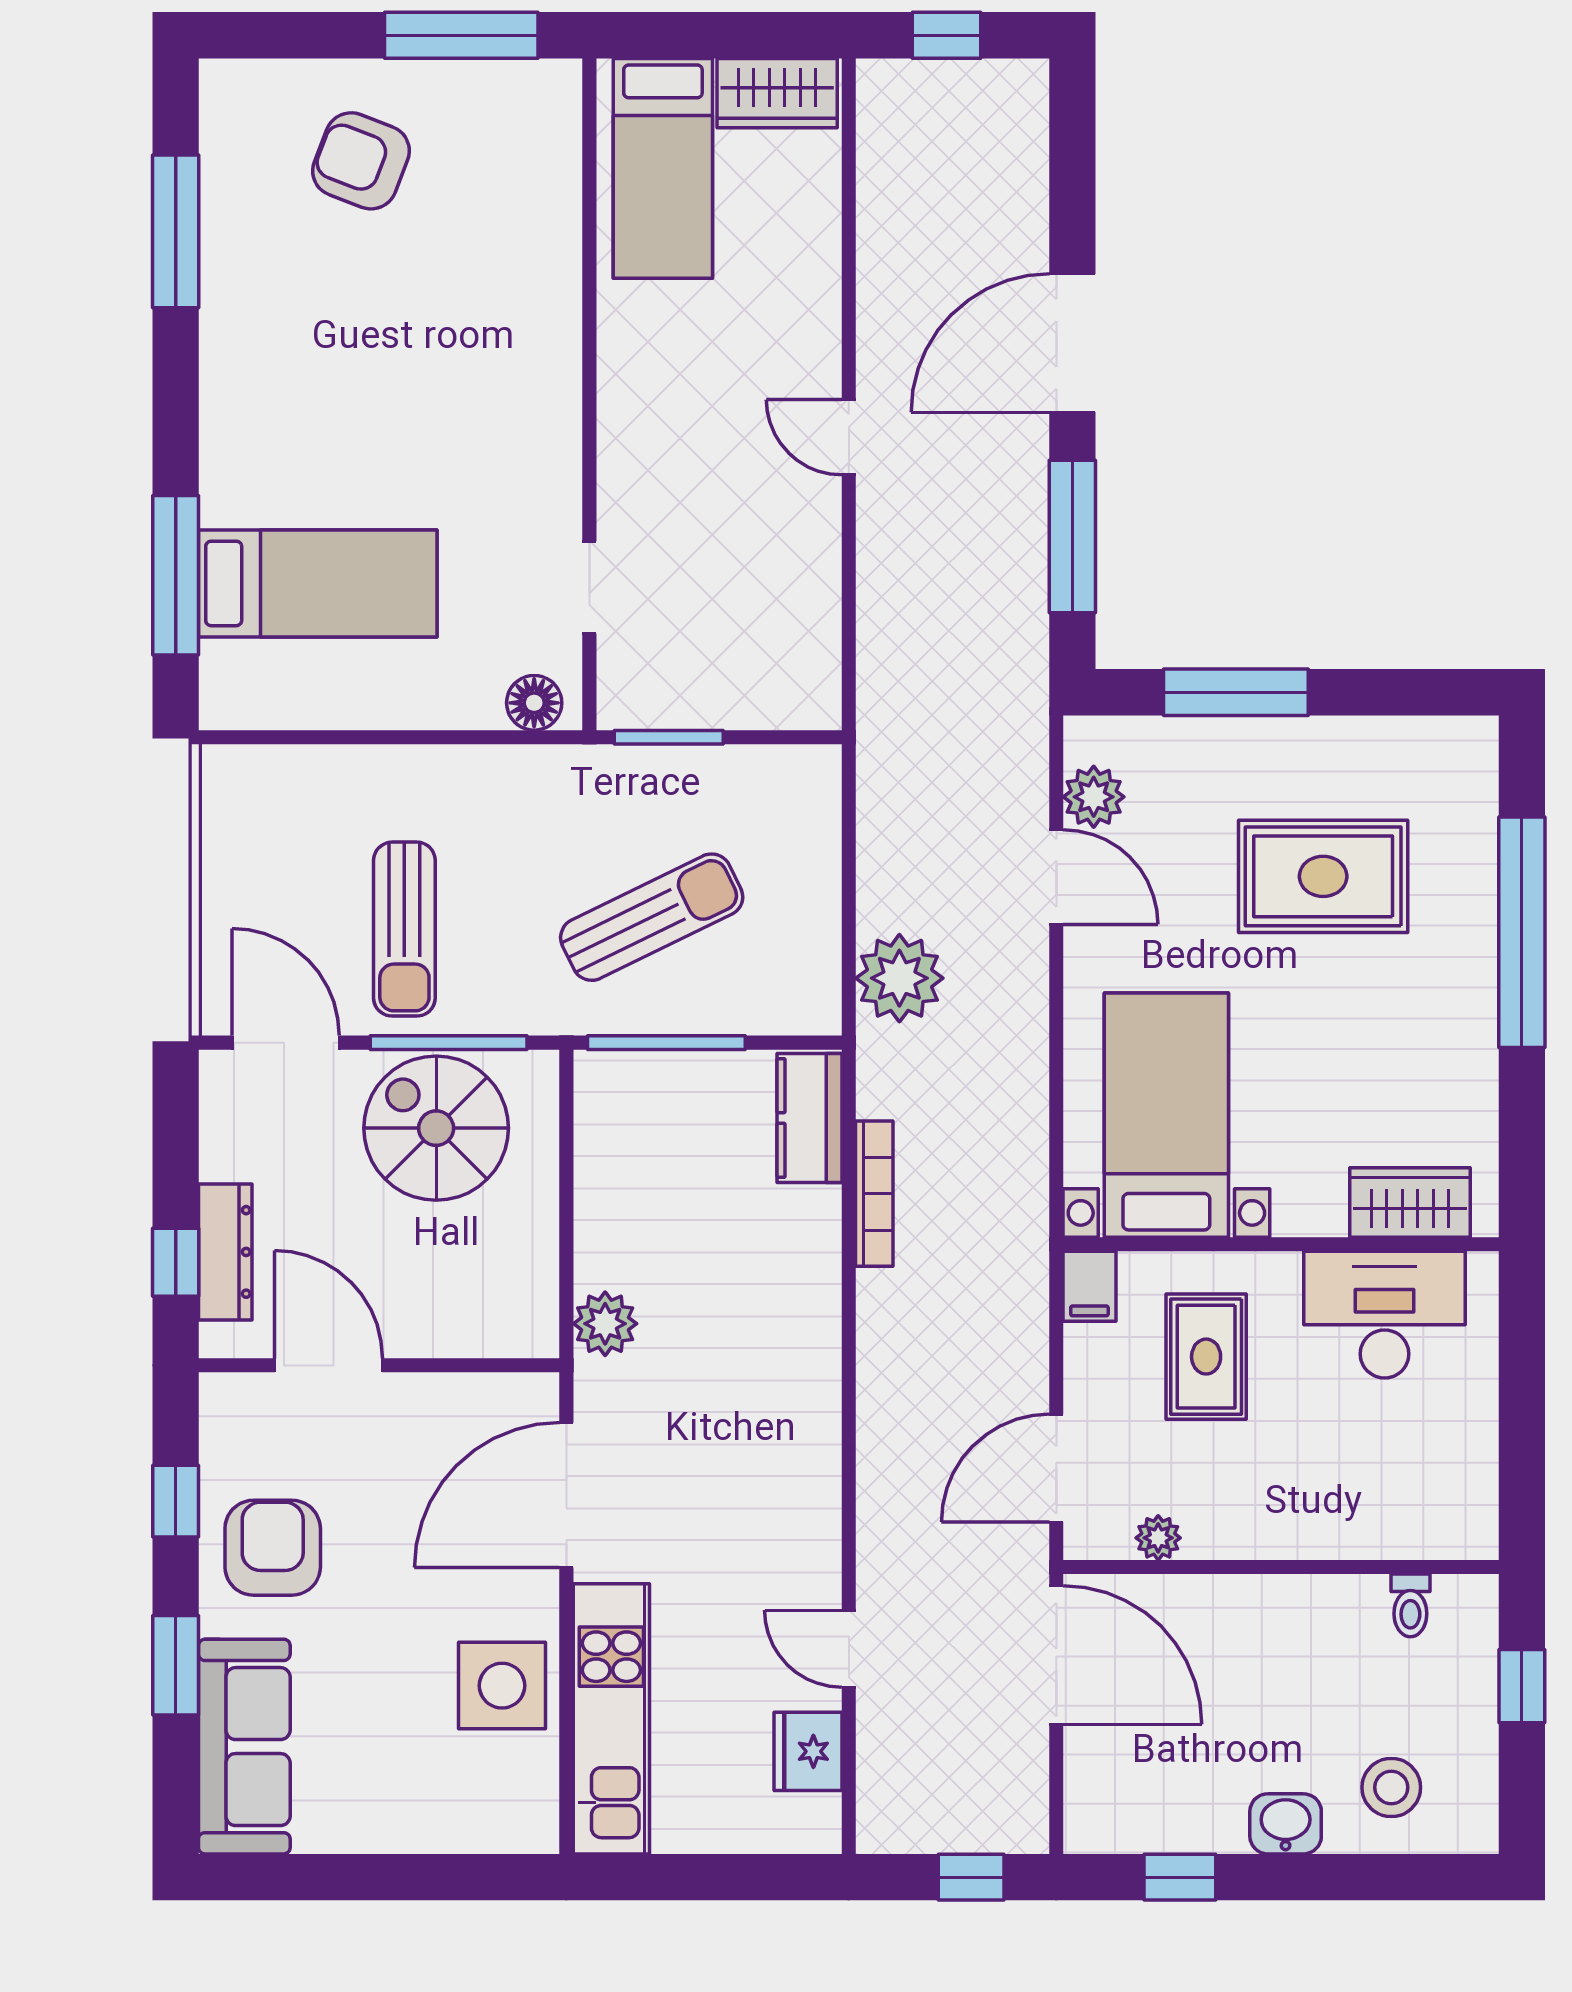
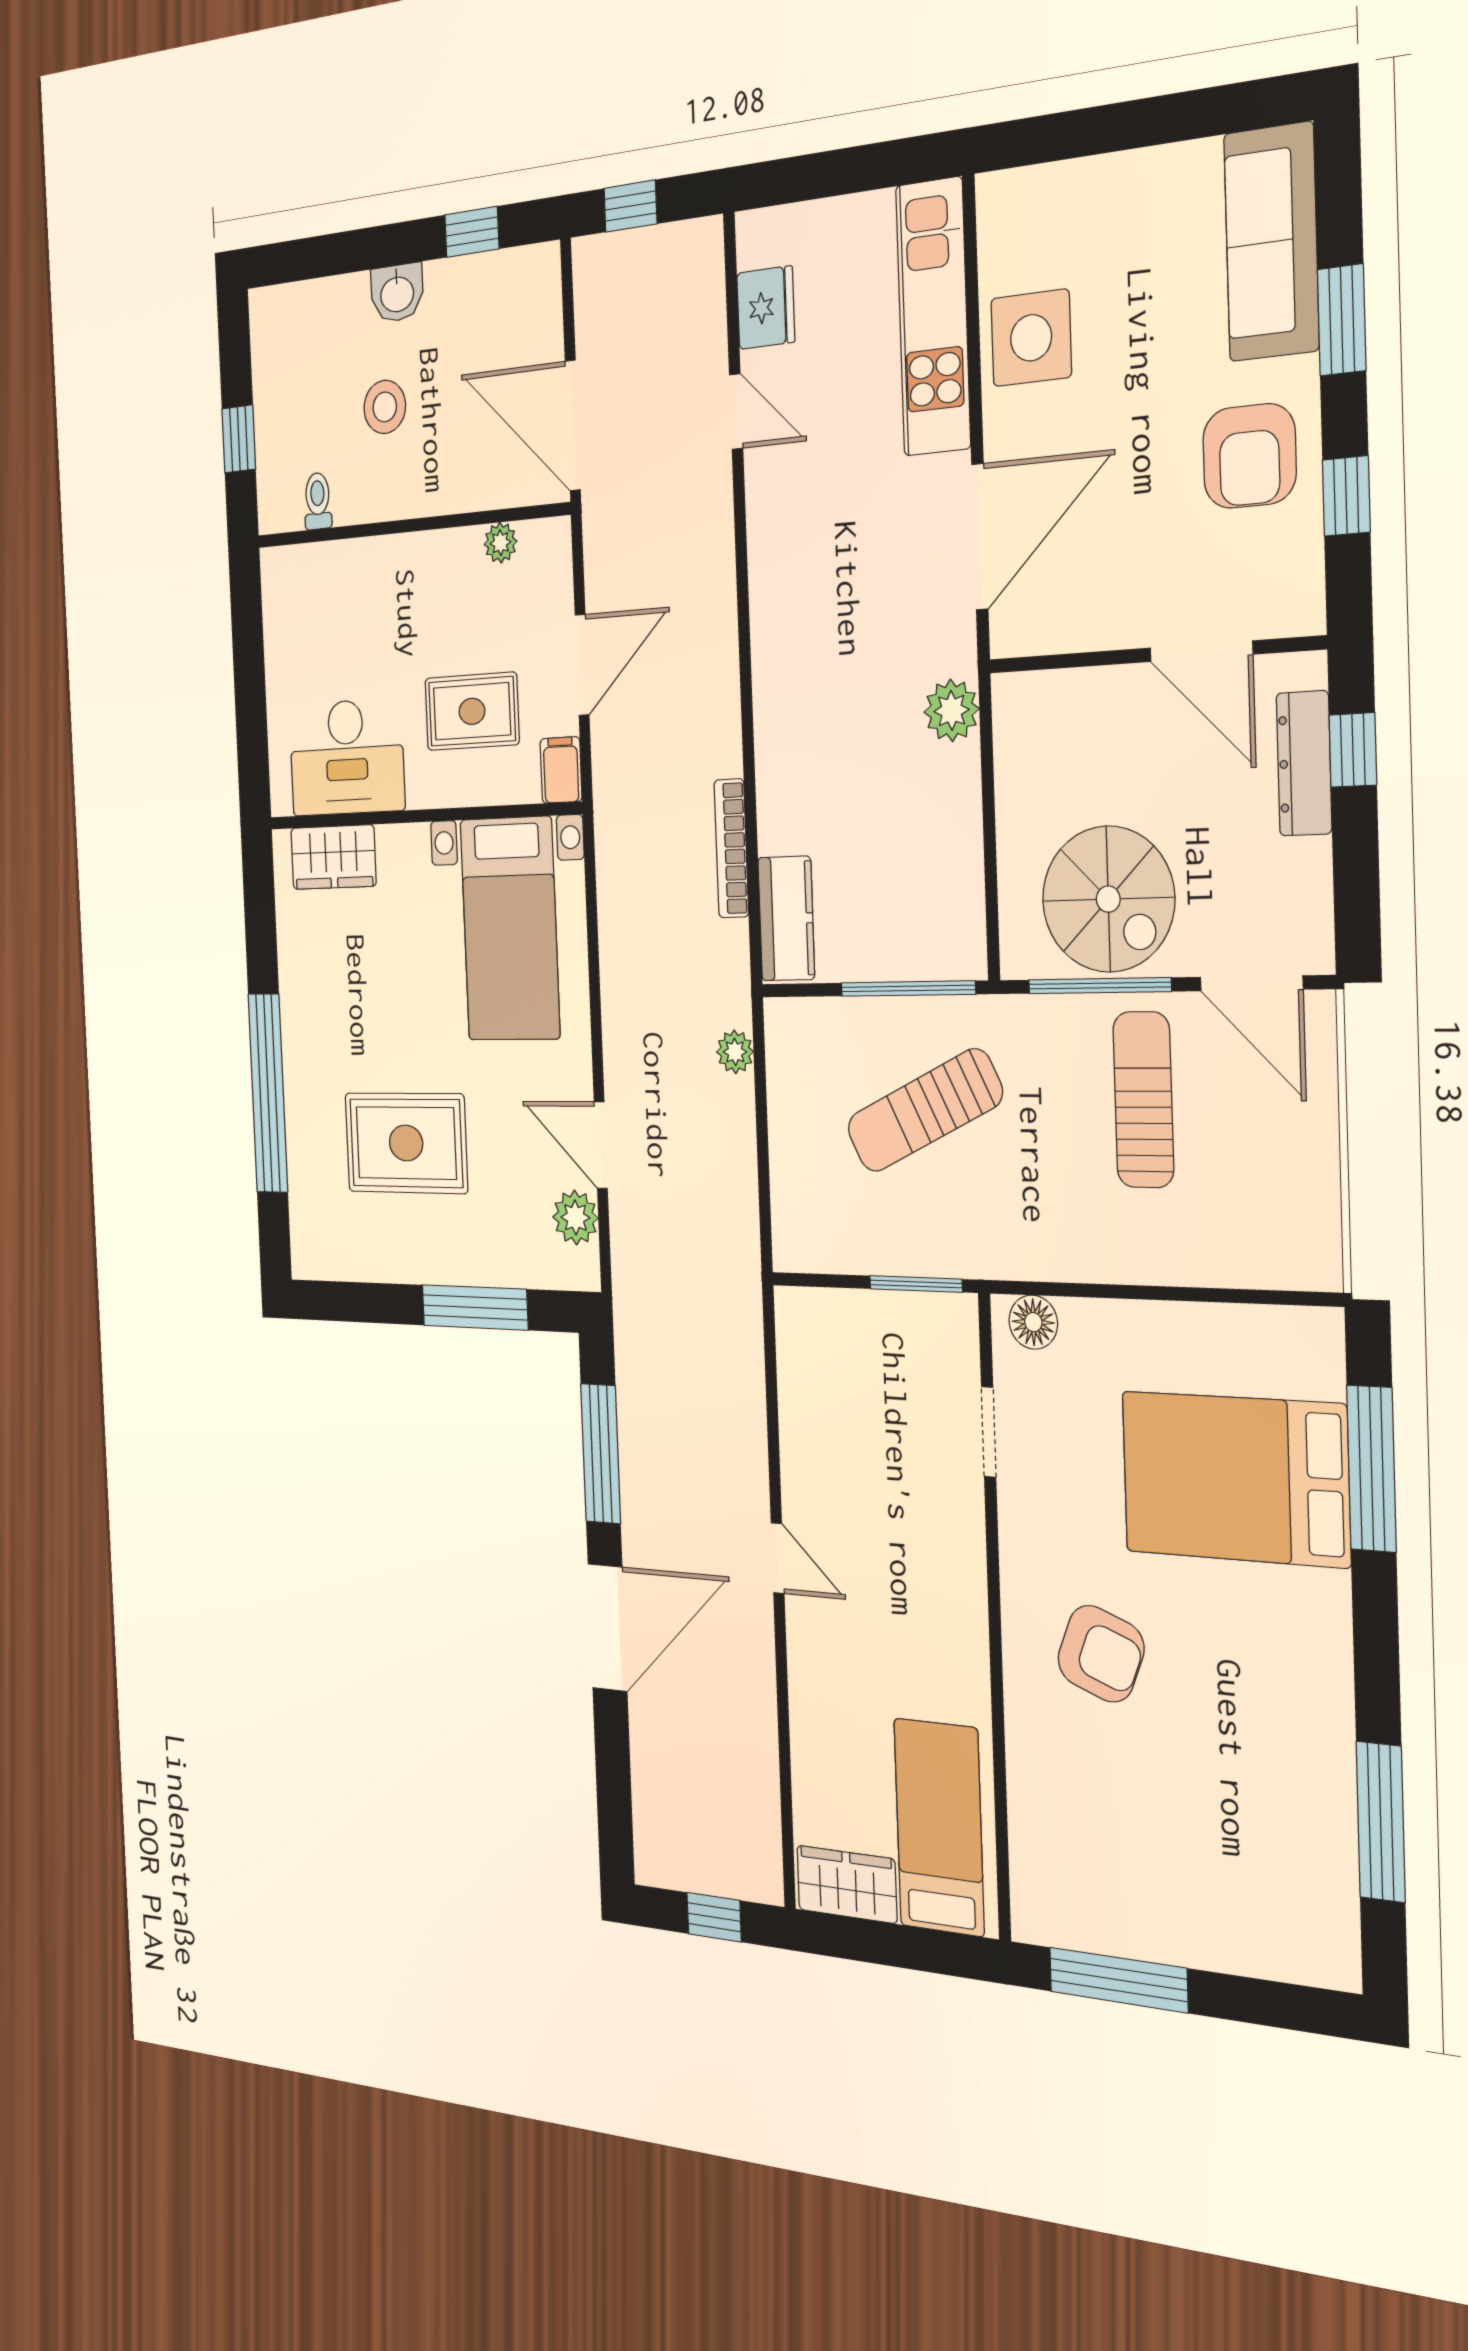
armchair: (361, 161) -> (1101, 1654), moved
bed: (318, 583) -> (1235, 1479), width x1.50
plant: (899, 978) -> (735, 1052), width x0.53, depth x0.53
rug: (1206, 1357) -> (472, 711), turned 90
door: (1056, 1468) -> (582, 665), moved
stool: (1391, 1787) -> (385, 407), moved

